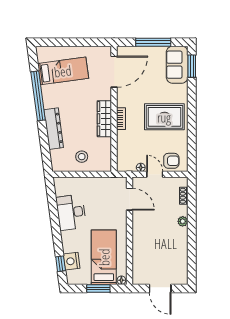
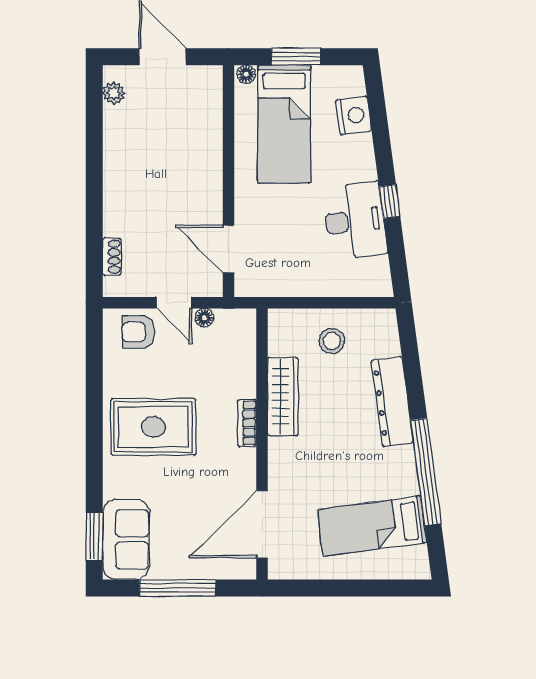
wardrobe: (104, 119) -> (283, 397), moved
plant: (183, 221) -> (114, 93), moved
window: (61, 264) -> (390, 202), moved

